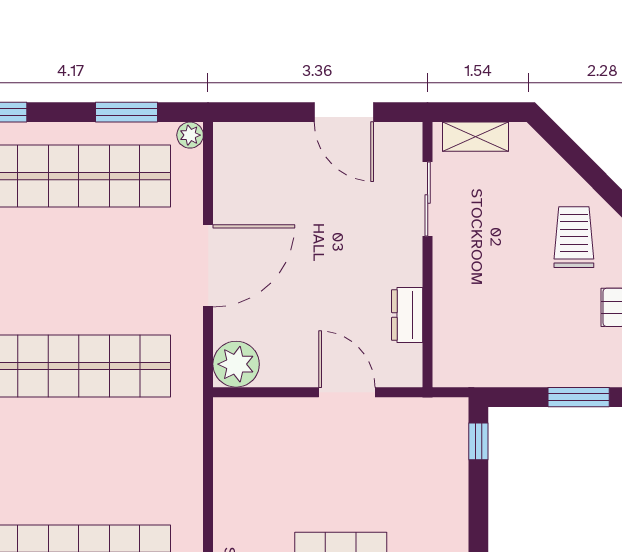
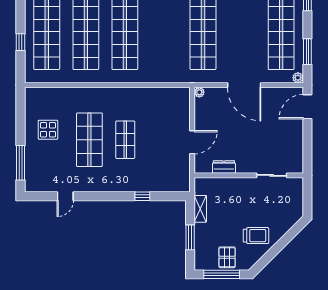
door: (344, 112) -> (307, 107), moved
shelving: (476, 137) -> (200, 209), moved
plant: (236, 364) -> (199, 92), width x0.53, depth x0.53
window: (478, 441) -> (142, 196), moved

